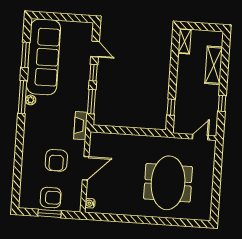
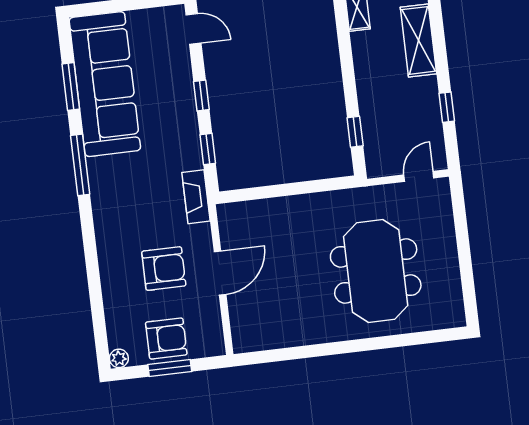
door: (95, 49) -> (193, 29), moved
plant: (31, 100) -> (119, 358), moved
window: (91, 102) -> (208, 149), width x0.67
armchair: (56, 160) -> (164, 269), turned -90
water cooler: (90, 203) -> (240, 335), removed

